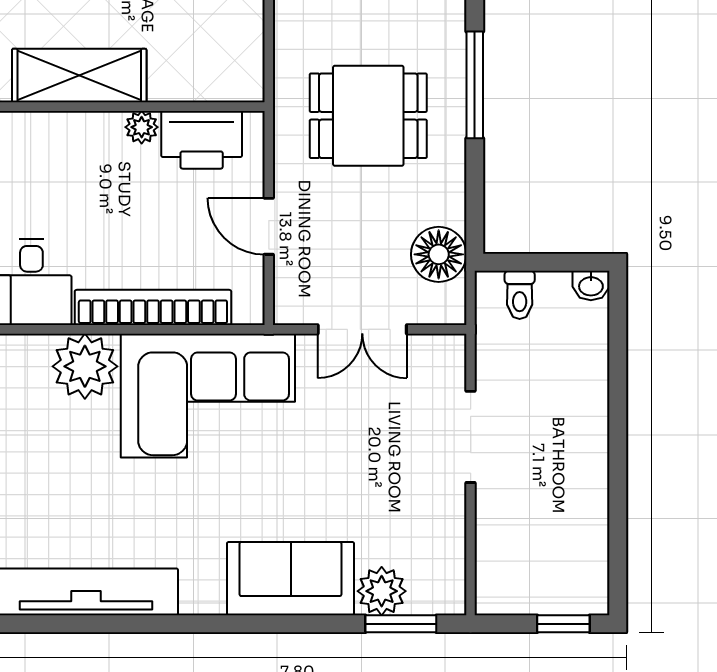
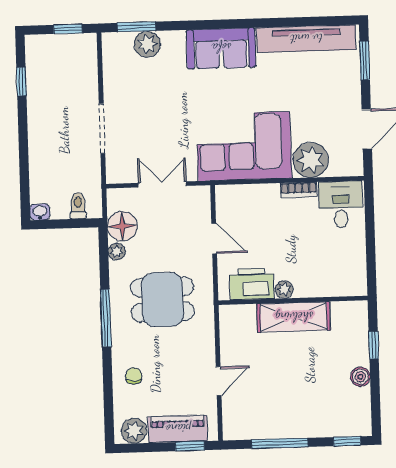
shelving: (79, 76) -> (294, 317), moved
plant: (450, 207) -> (117, 252), added
bookcase: (153, 307) -> (299, 190), width x0.43, depth x0.76
window: (618, 529) -> (21, 82), added
sofa: (291, 579) -> (221, 48), moved
window: (563, 624) -> (68, 29), moved

